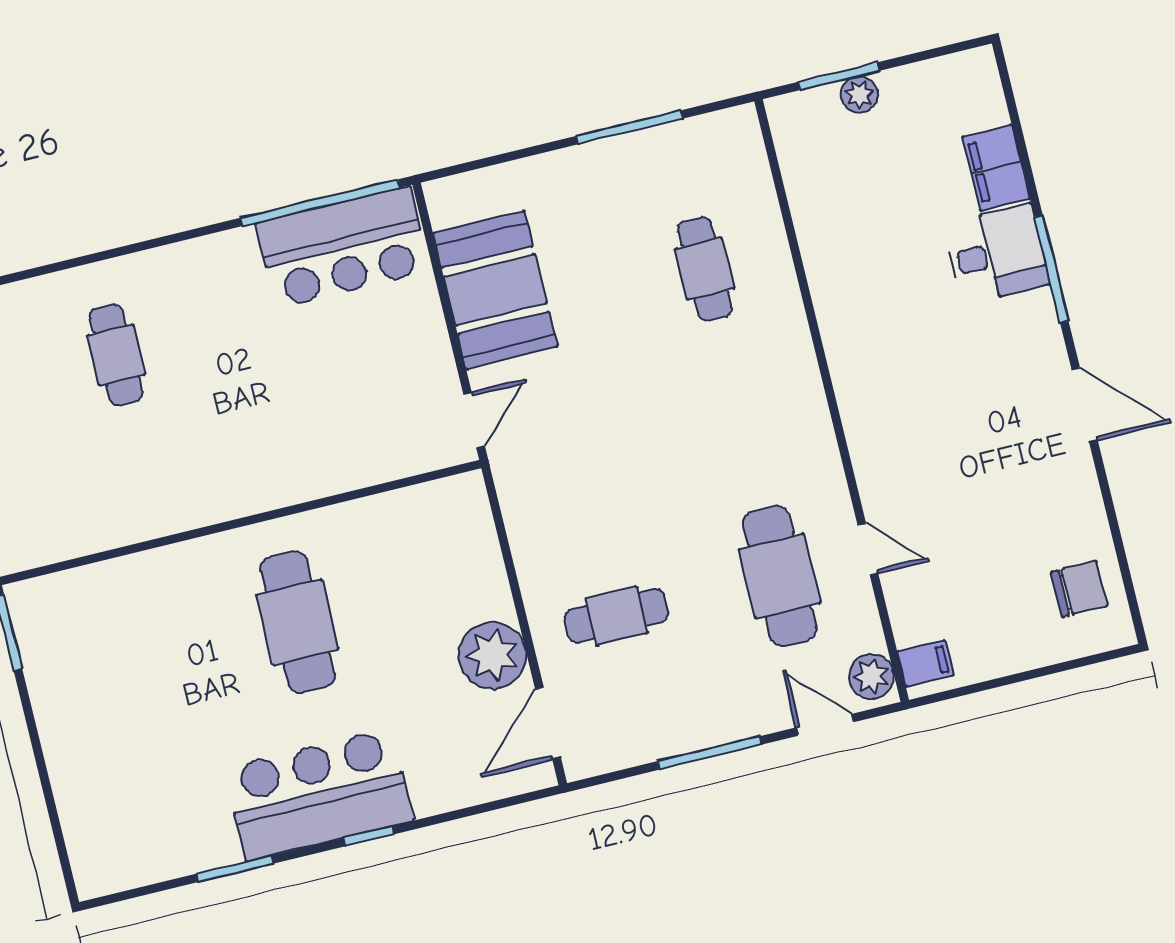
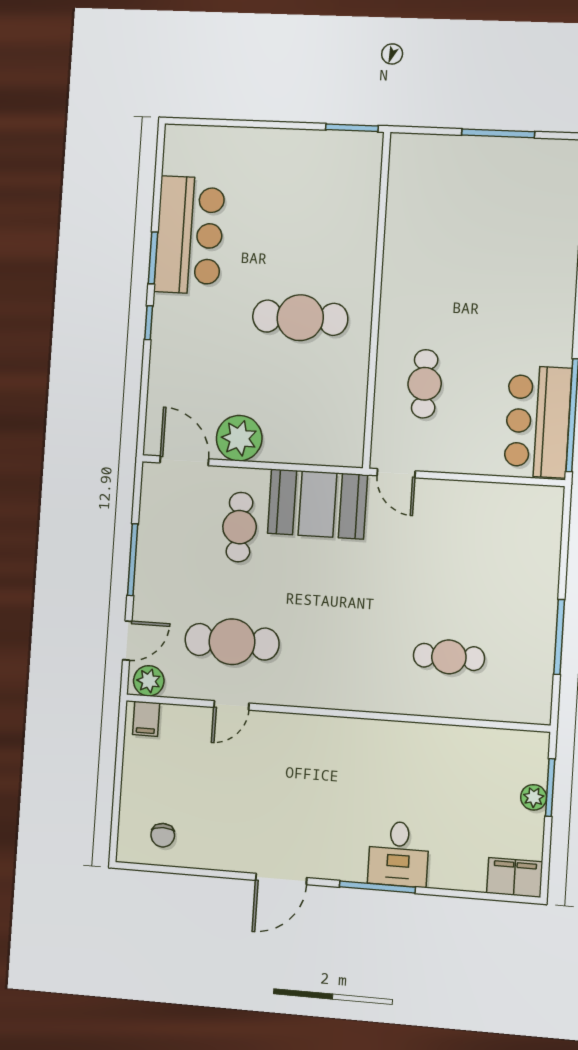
filing cabinet: (996, 168) -> (515, 877), moved
booth: (495, 290) -> (317, 504), moved
cafe table: (116, 355) -> (425, 384), moved, turned 90
chair: (1079, 589) -> (163, 835), width x0.73, depth x0.73
bar counter: (319, 794) -> (189, 235), moved
window: (235, 869) -> (153, 258), moved

